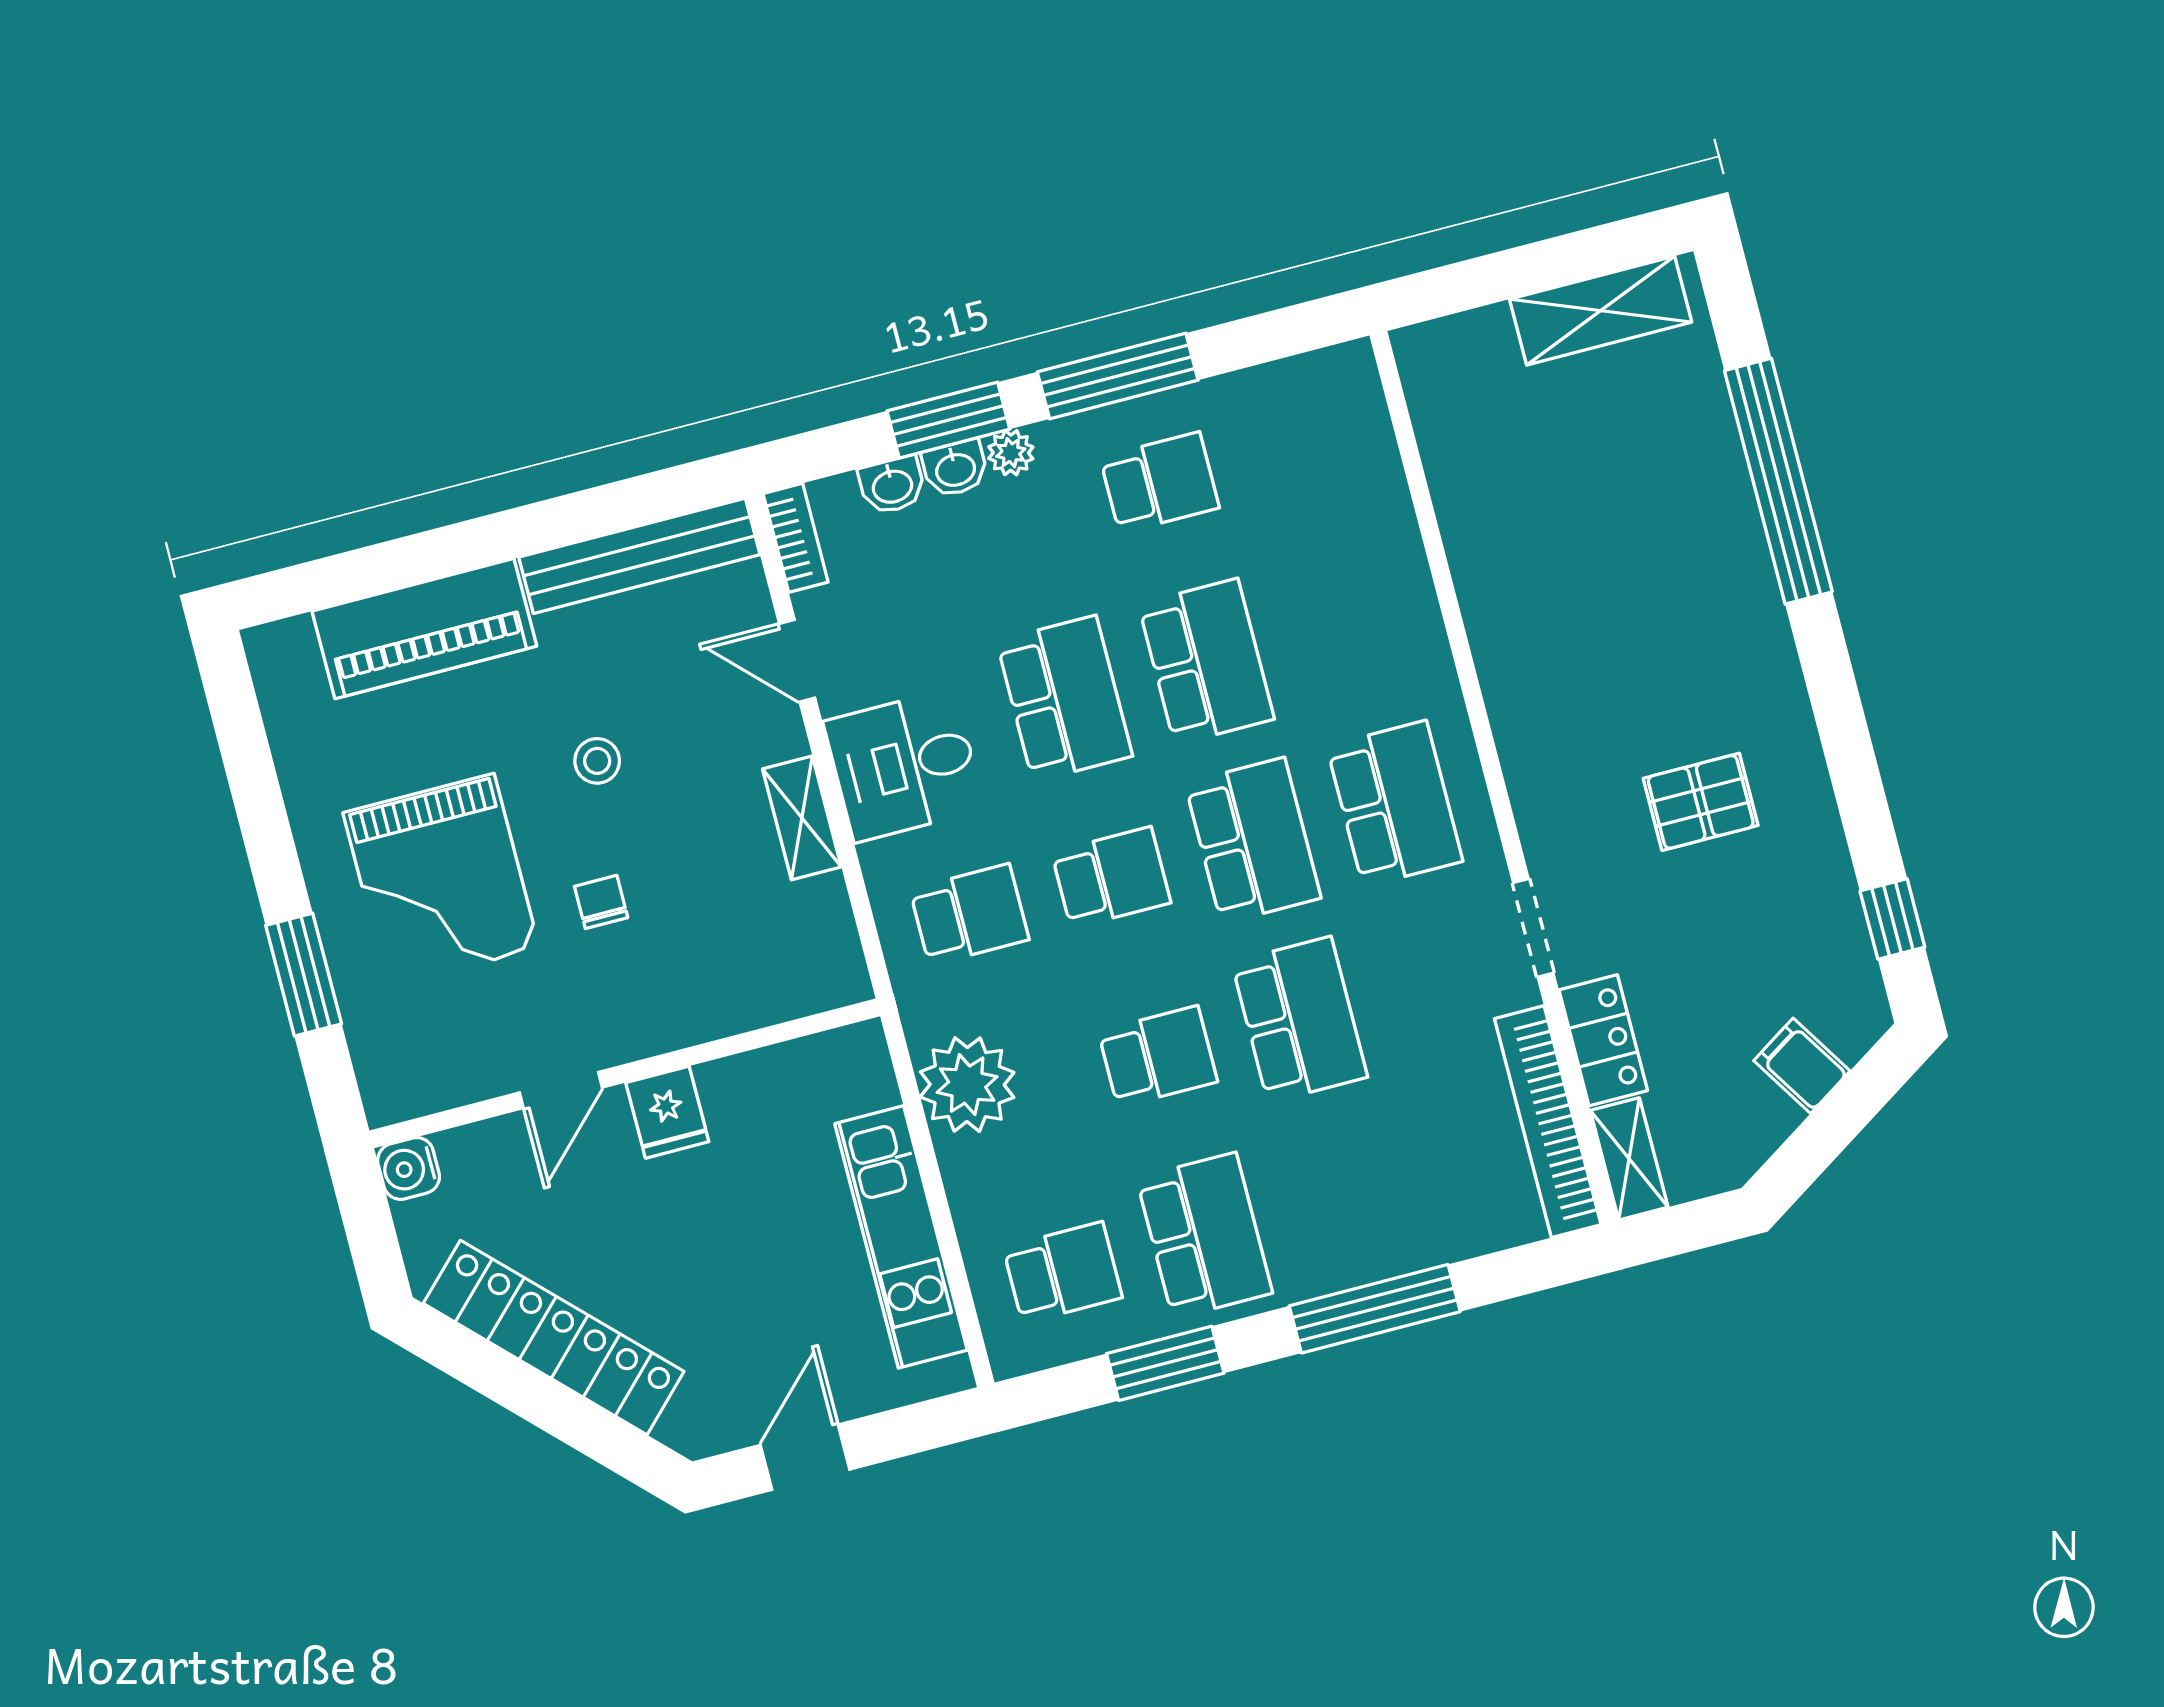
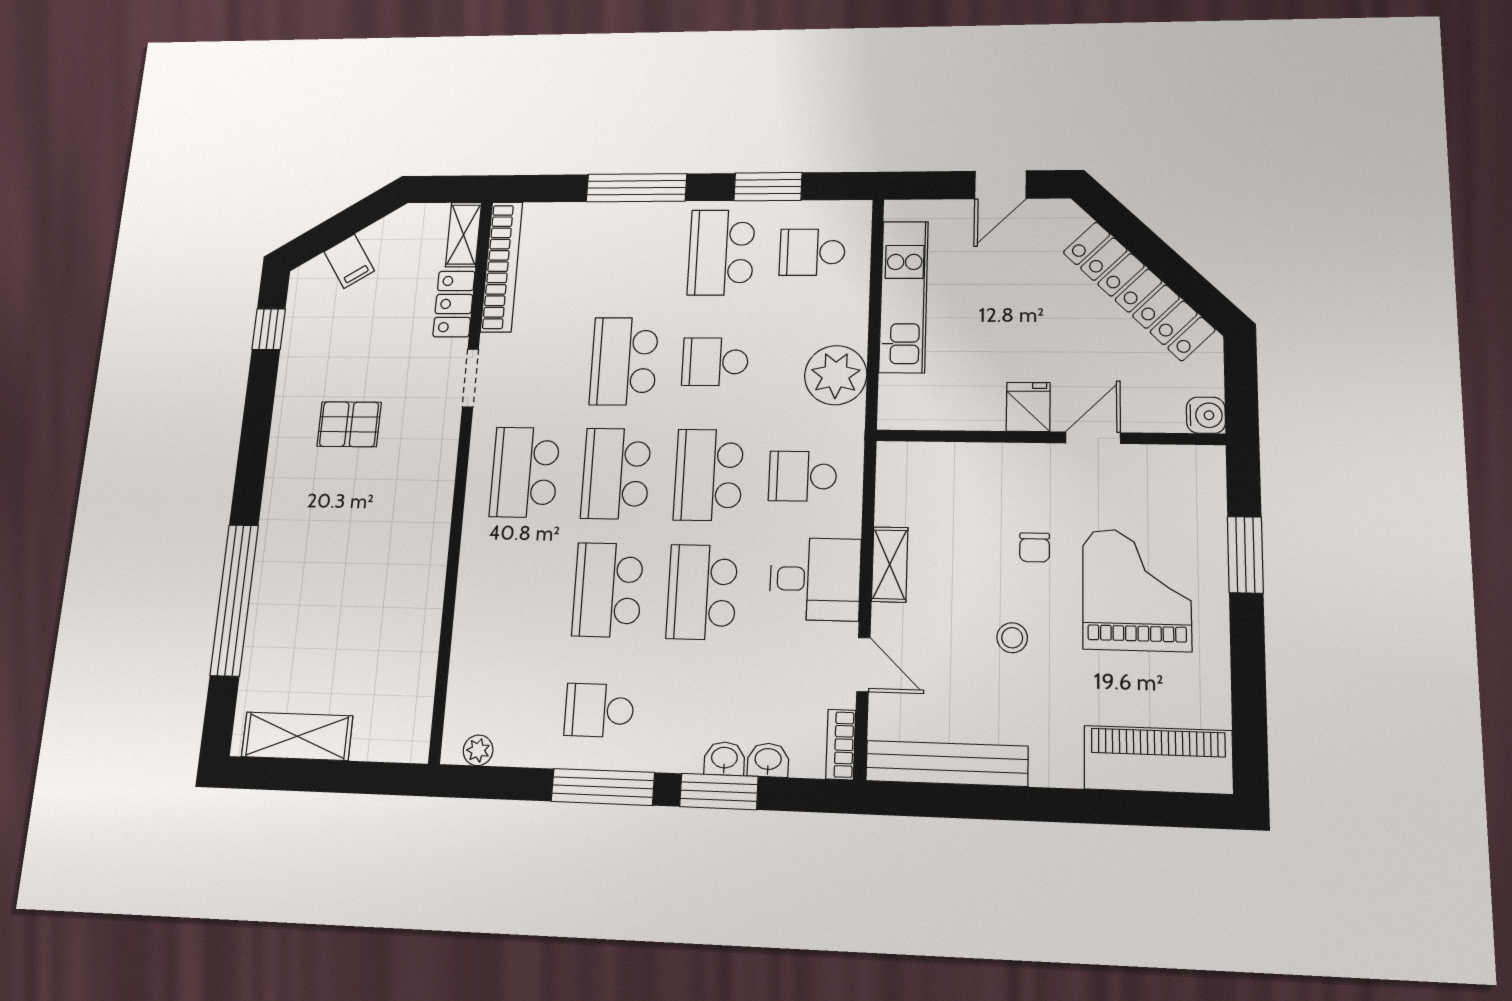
plant: (1011, 453) -> (478, 750), moved
piano: (424, 629) -> (1158, 760), moved
school desk: (1111, 878) -> (709, 475), width x1.85

